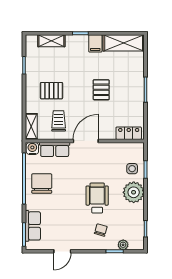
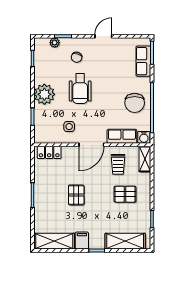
shelving: (51, 41) -> (125, 241), width x1.50, depth x1.33
side table: (132, 169) -> (69, 127), moved
door: (62, 251) -> (103, 36), moved

